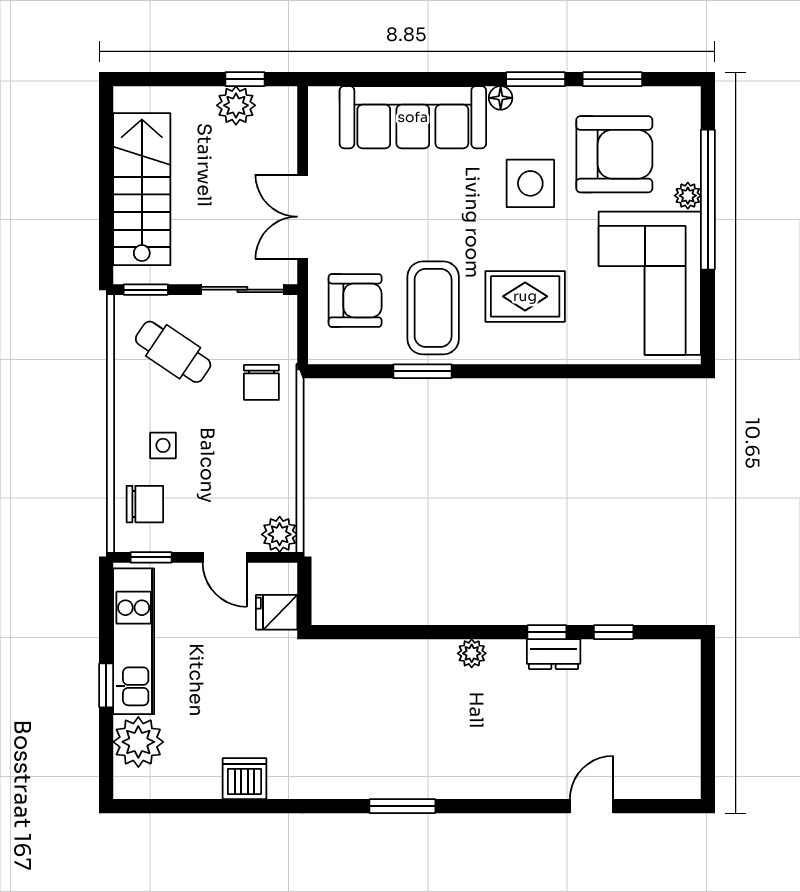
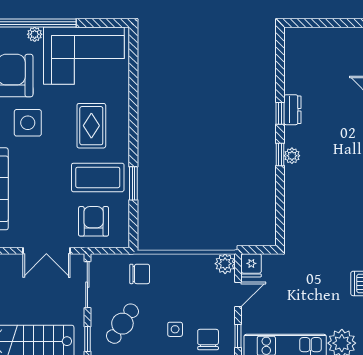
fridge: (277, 612) -> (251, 265), moved
window: (614, 632) -> (280, 154), moved

